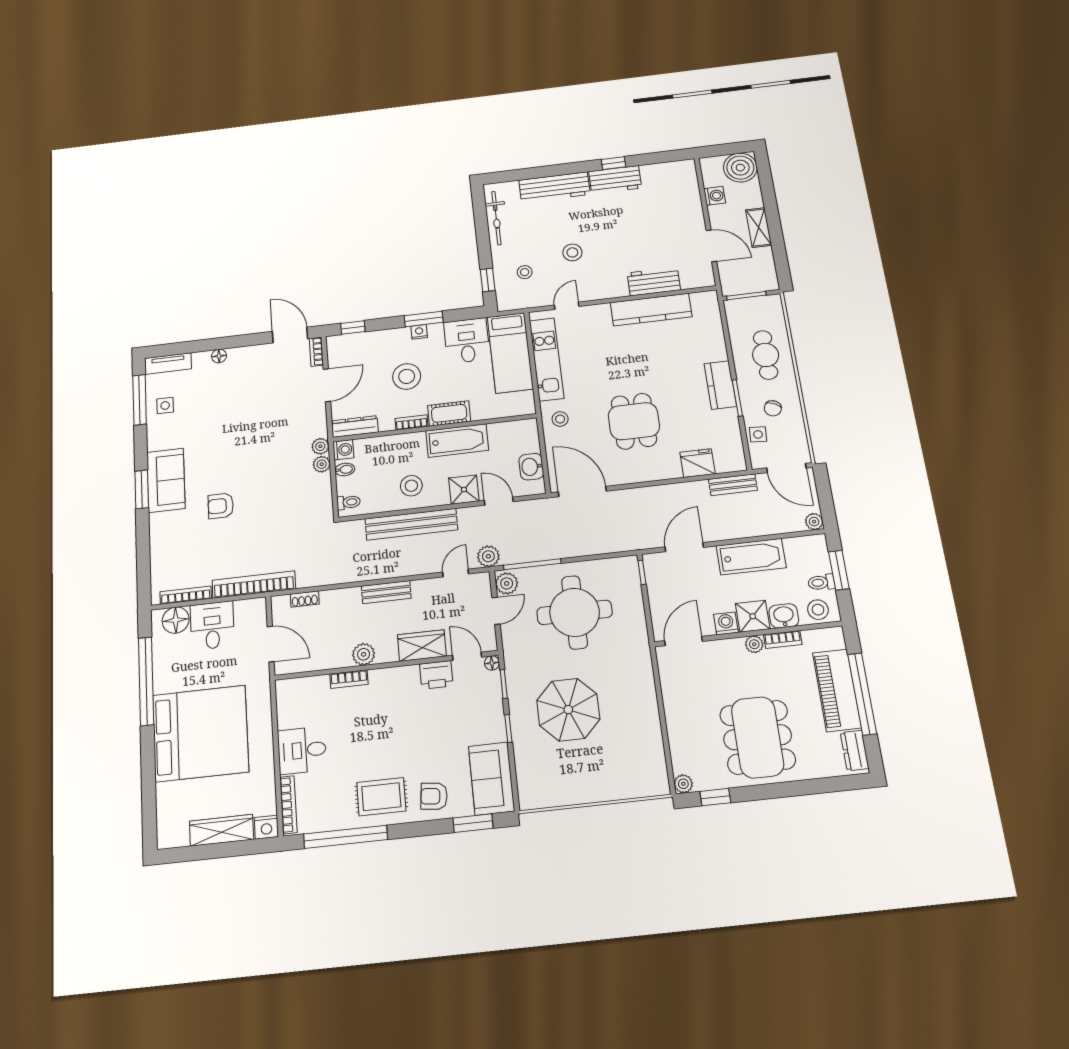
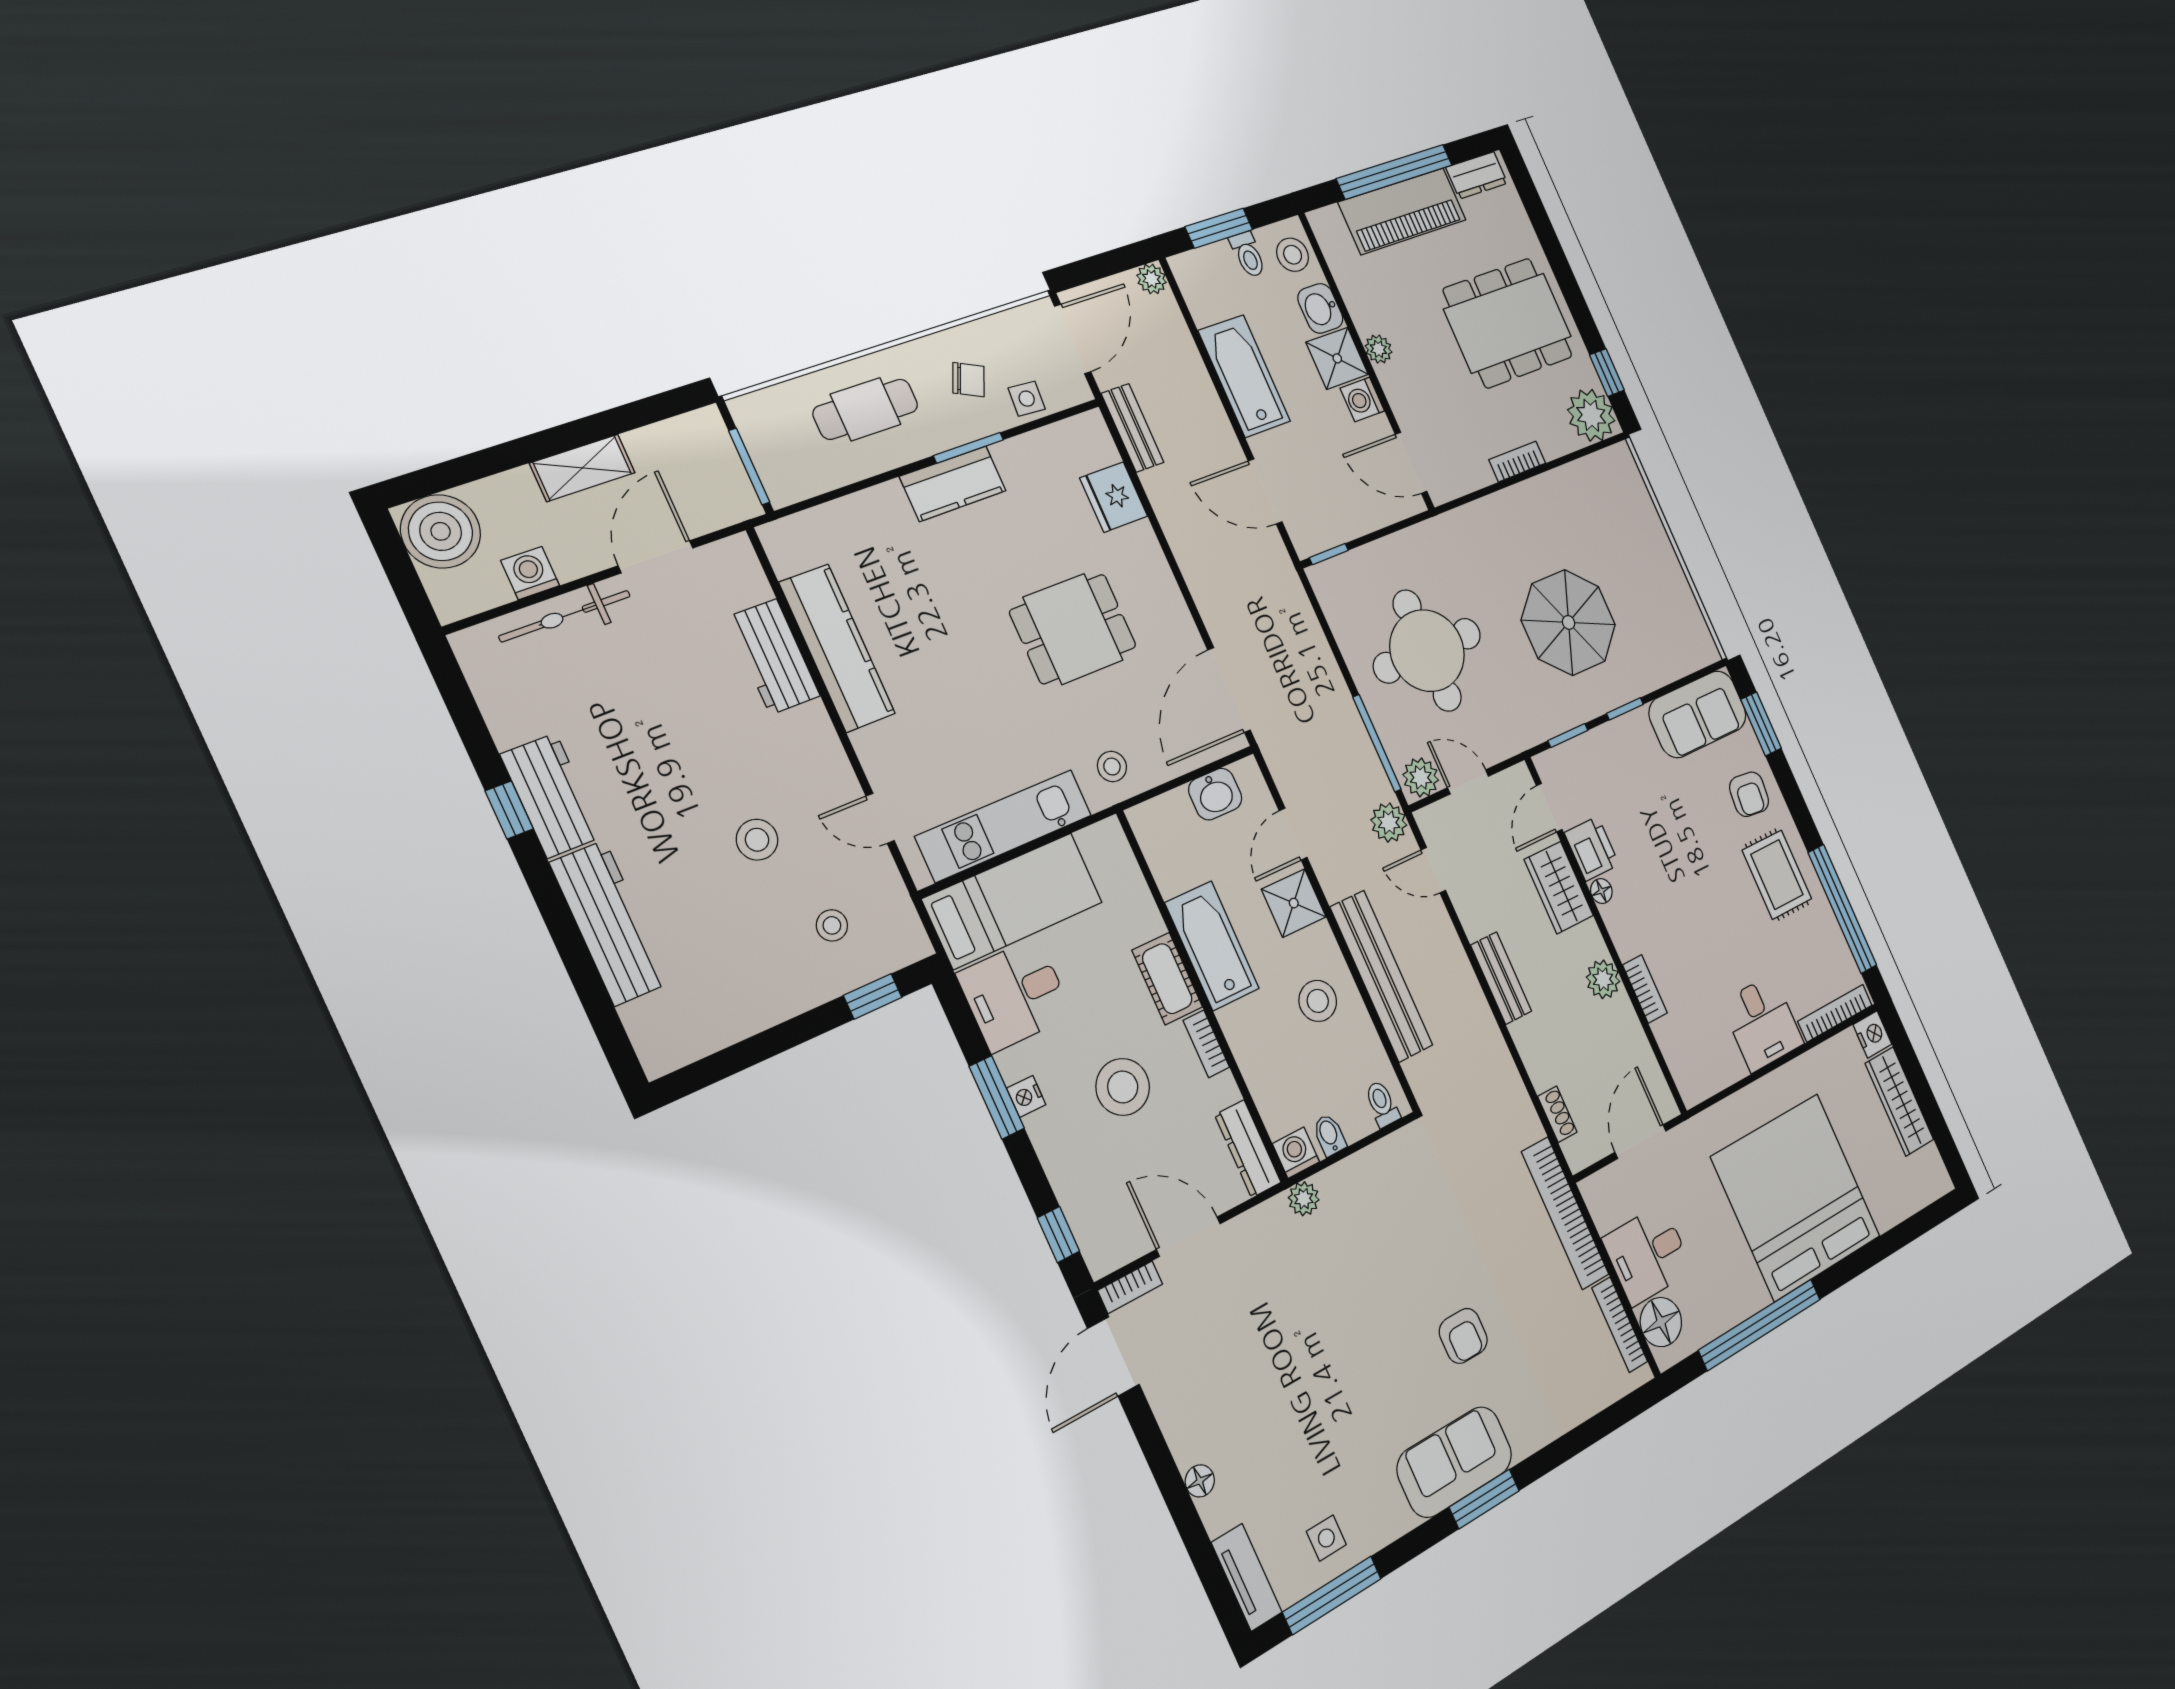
bicycle: (496, 218) -> (565, 616), moved, turned 180
plant: (322, 464) -> (1334, 1182), removed
bookcase: (783, 639) -> (1517, 461), moved, turned -90
floor lamp: (492, 663) -> (1601, 891), moved
plant: (683, 784) -> (1591, 415), width x1.87, depth x1.87

